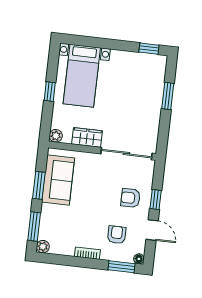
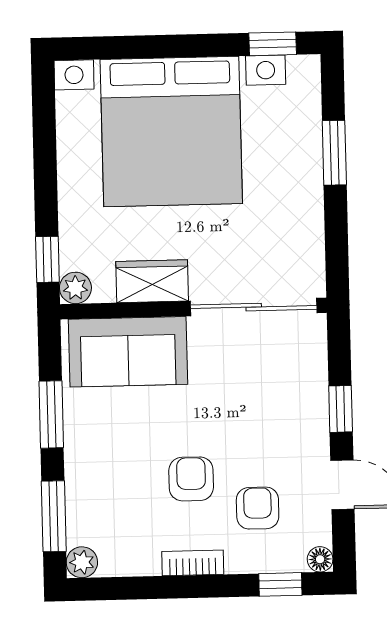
bed with nightstands: (82, 76) -> (171, 131), width x1.85
window: (50, 92) -> (47, 259), moved
sofa: (58, 180) -> (128, 352), moved, turned 90
armchair: (130, 198) -> (191, 479), moved, turned 90
window: (122, 267) -> (280, 584), width x0.67

